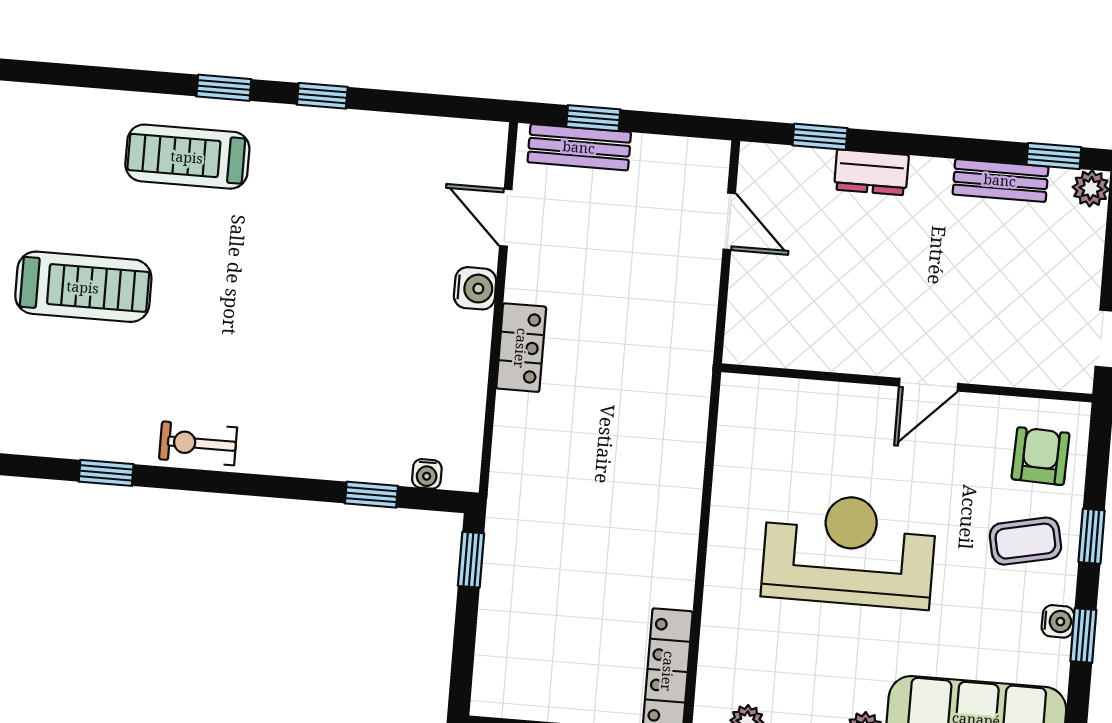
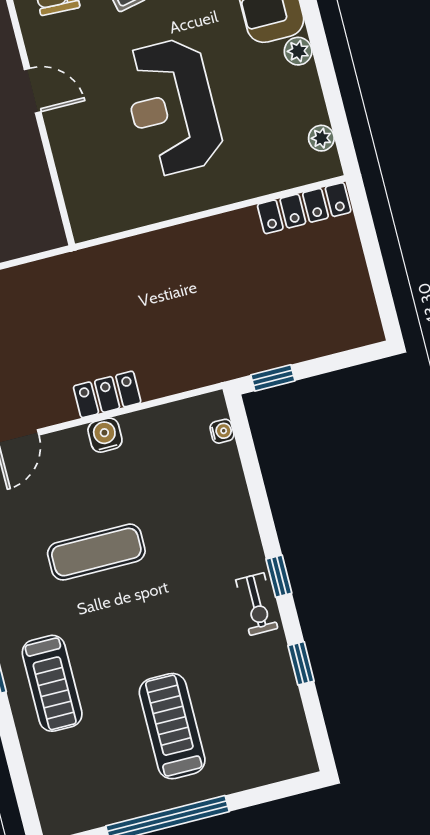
exercise mat: (331, 267) -> (96, 552), added
water cooler: (475, 288) -> (105, 435), moved
window: (371, 495) -> (279, 576), moved

